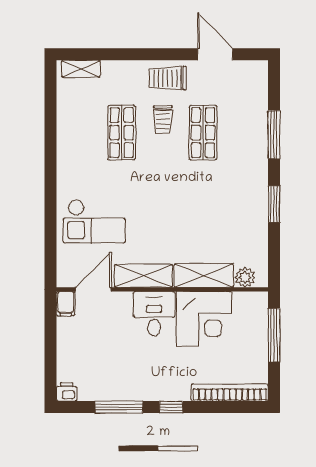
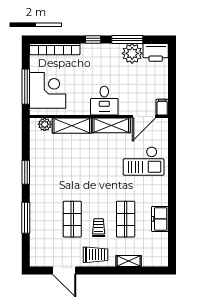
shelving: (81, 69) -> (129, 261), moved
freezer: (69, 133) -> (160, 219), added
checkout: (94, 221) -> (144, 161), turned 180
corner desk: (204, 319) -> (48, 90), moved, turned 90
plant: (112, 386) -> (132, 53), added
printer: (67, 392) -> (156, 52), width x1.87, depth x1.48

